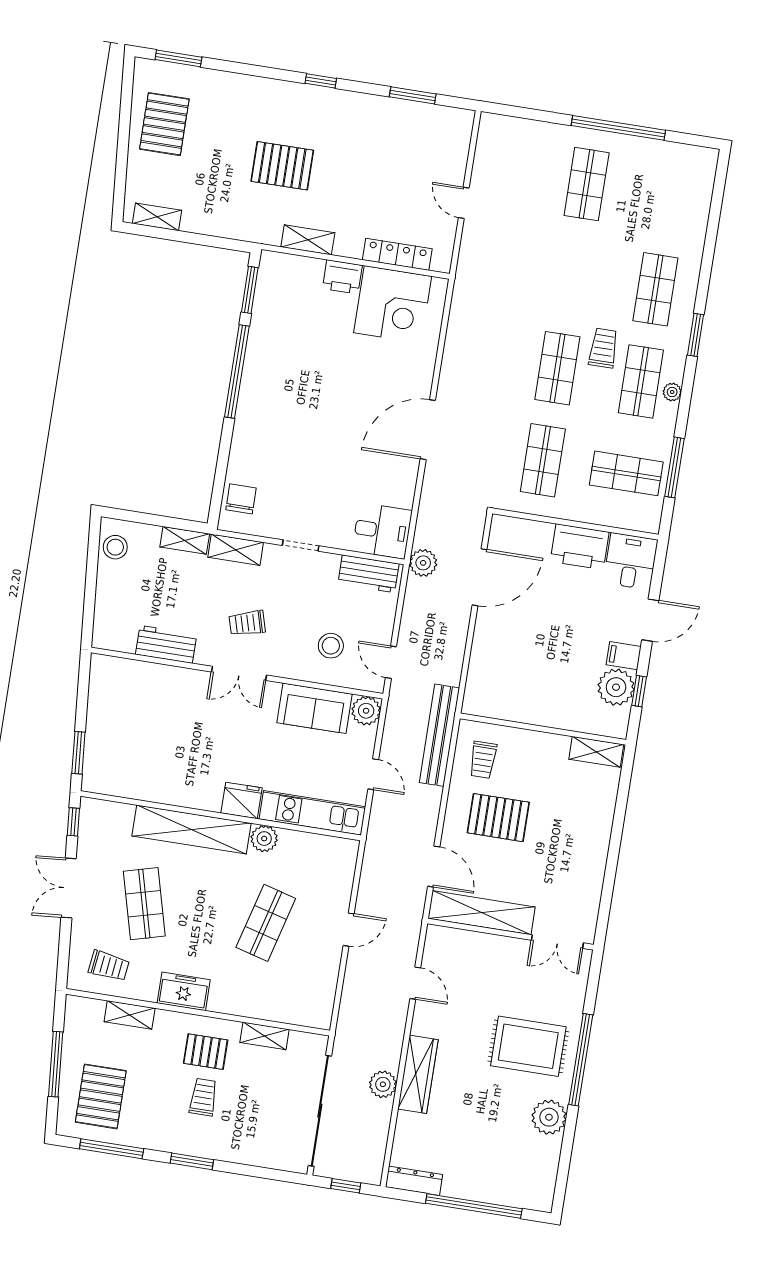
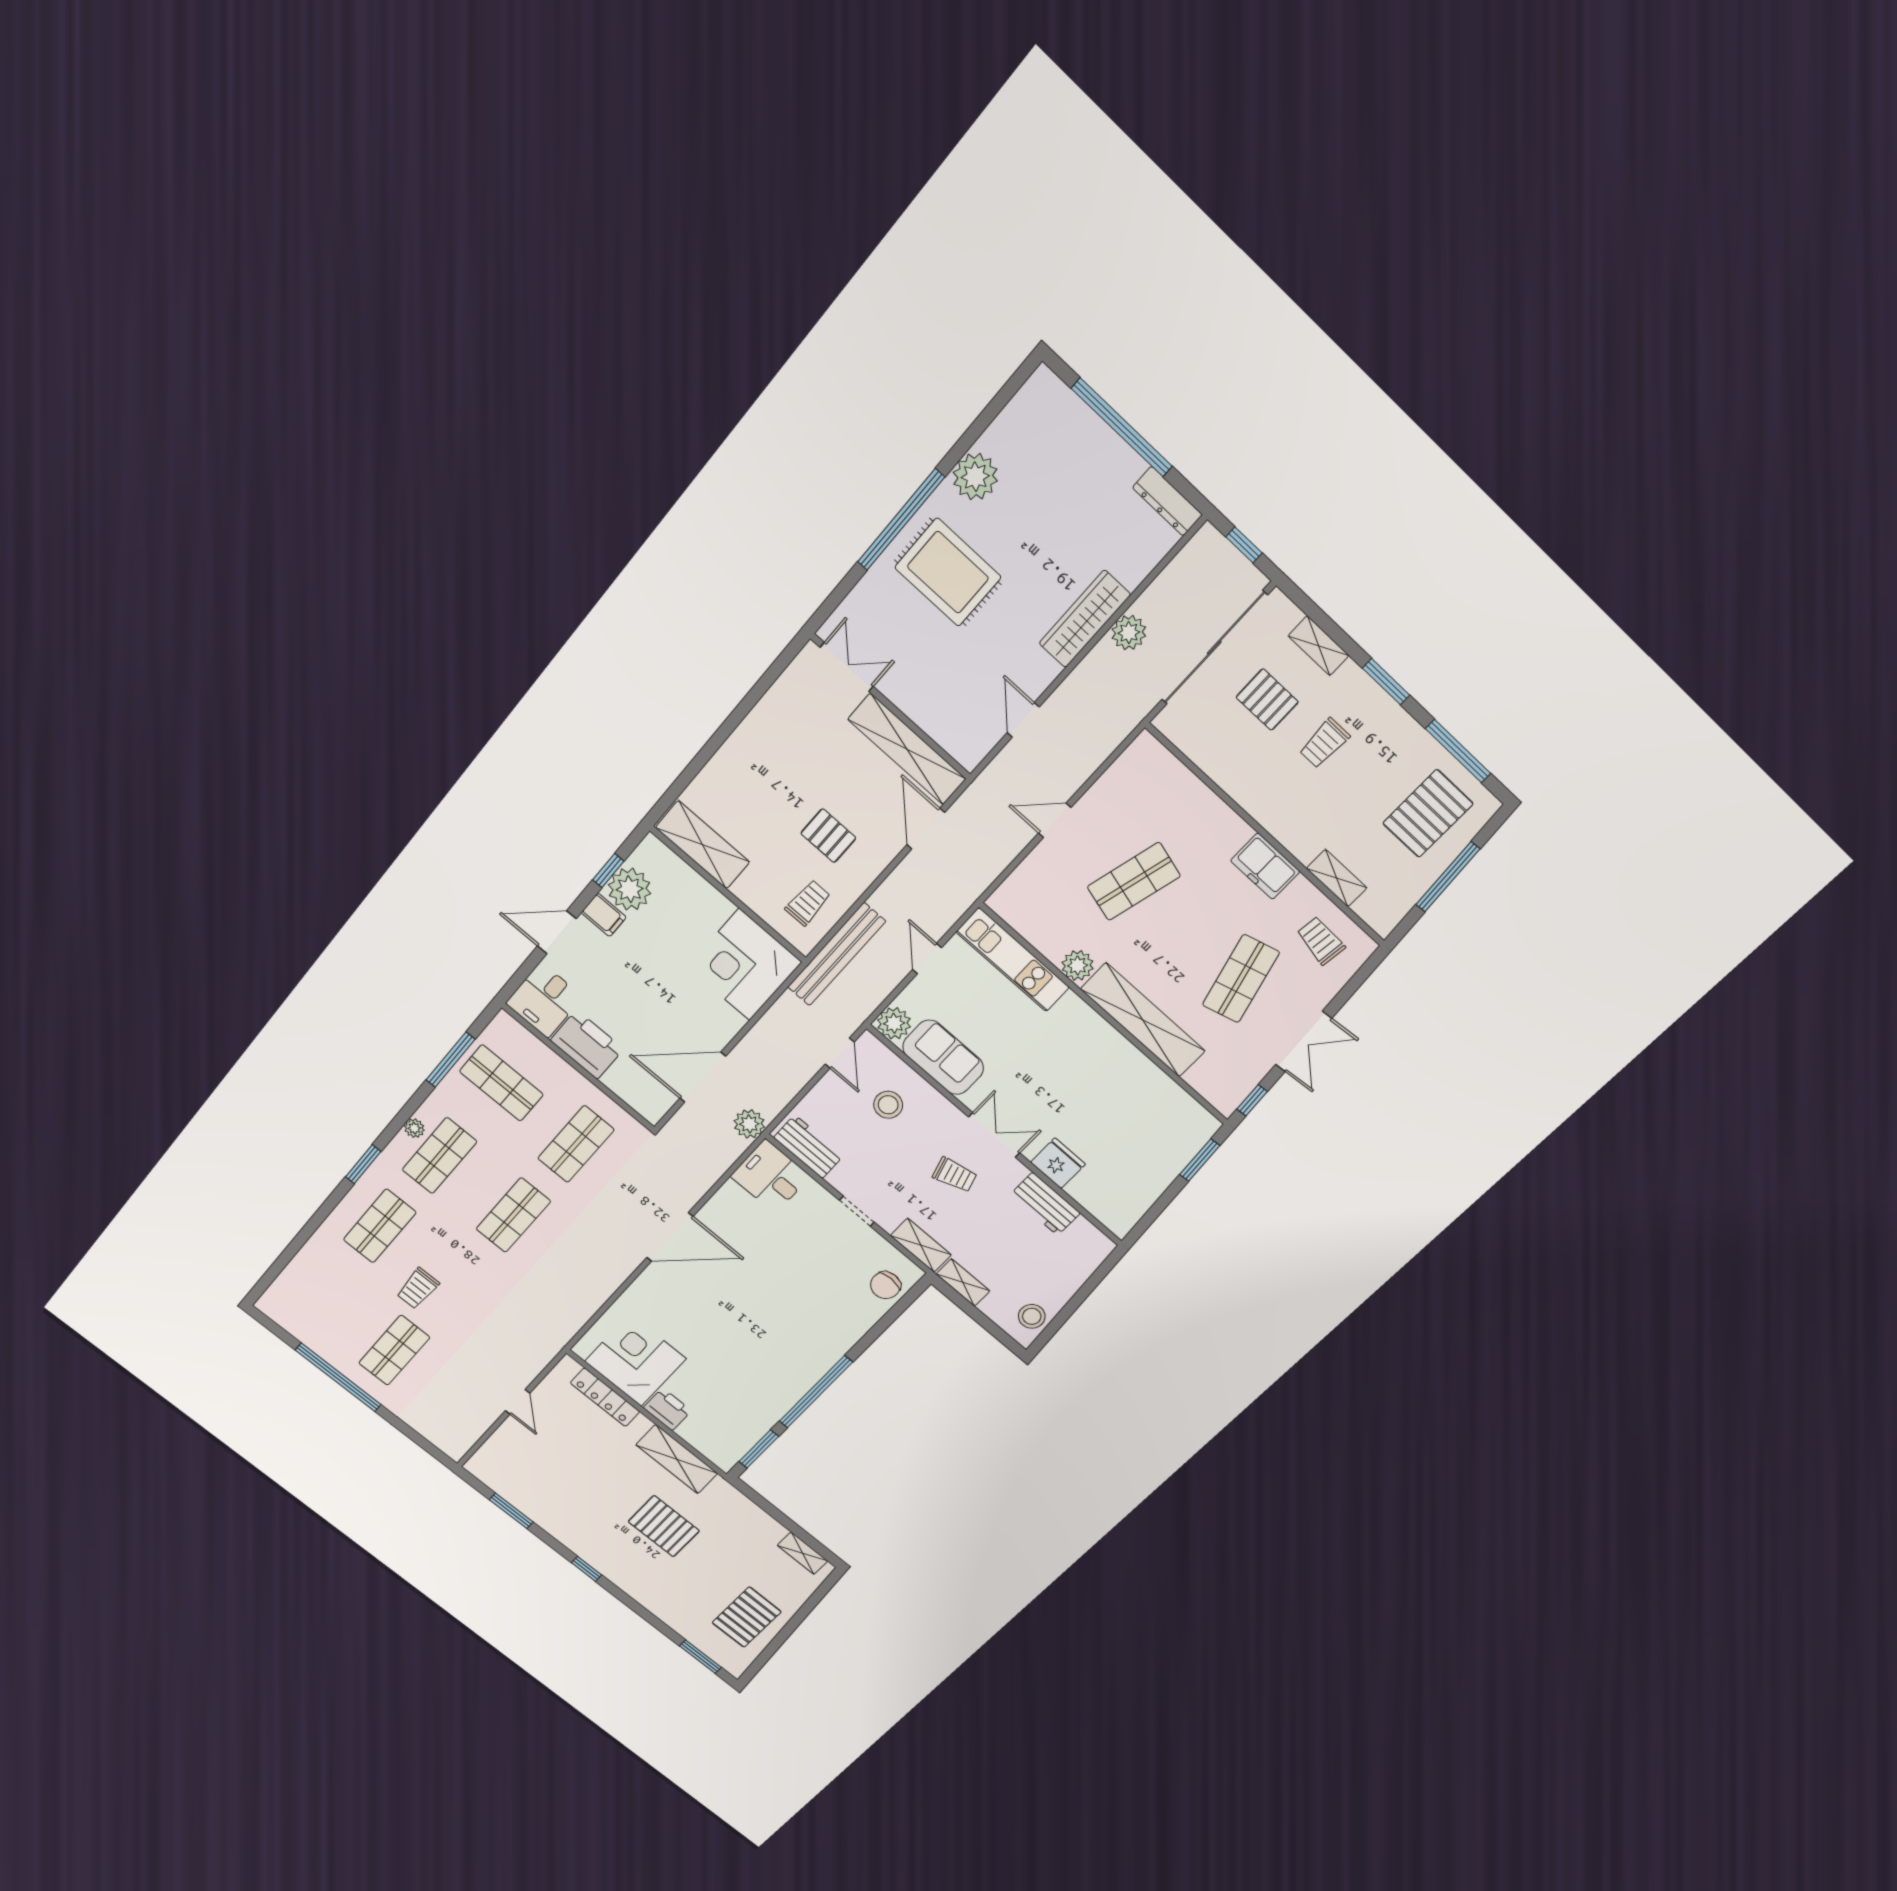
shelving: (308, 240) -> (677, 1459), width x1.50, depth x1.33
trolley: (603, 348) -> (418, 1288), moved
corner desk: (501, 684) -> (744, 965), added
shelving: (596, 752) -> (703, 845), width x1.50, depth x1.33
fridge: (241, 800) -> (1058, 1163), moved, turned 180
pallet: (498, 818) -> (828, 836), width x0.67, depth x0.71
shelving: (265, 1036) -> (1318, 646), moved
pallet: (206, 1052) -> (1267, 700), moved

